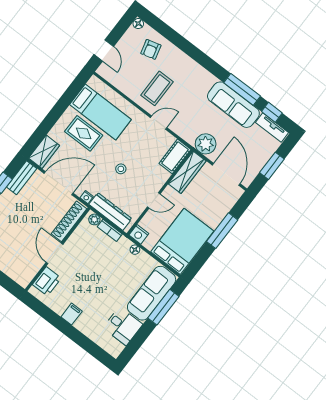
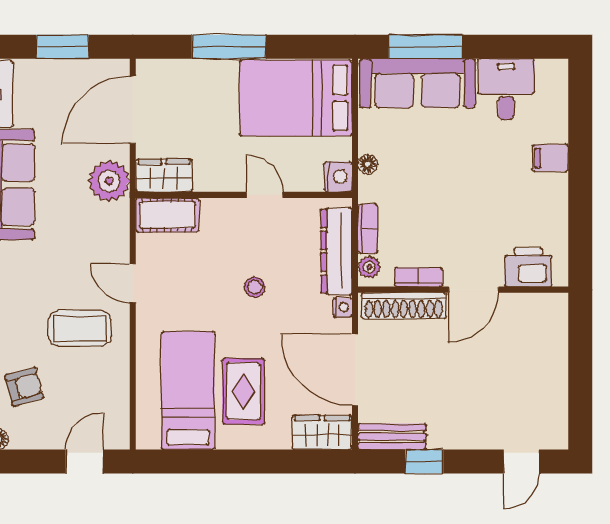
wardrobe: (187, 172) -> (164, 176), width x0.67
bookcase: (76, 236) -> (418, 277), added
filing cabinet: (72, 314) -> (550, 158), moved

